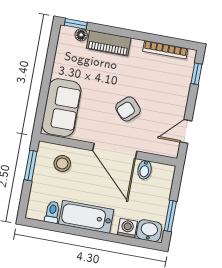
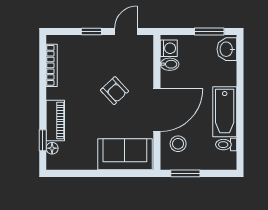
window: (76, 24) -> (43, 140), moved
window: (196, 74) -> (91, 32), moved
door: (186, 131) -> (126, 32), swing flipped
door: (115, 151) -> (157, 110), moved
washing machine: (127, 228) -> (169, 48), moved, turned 180

